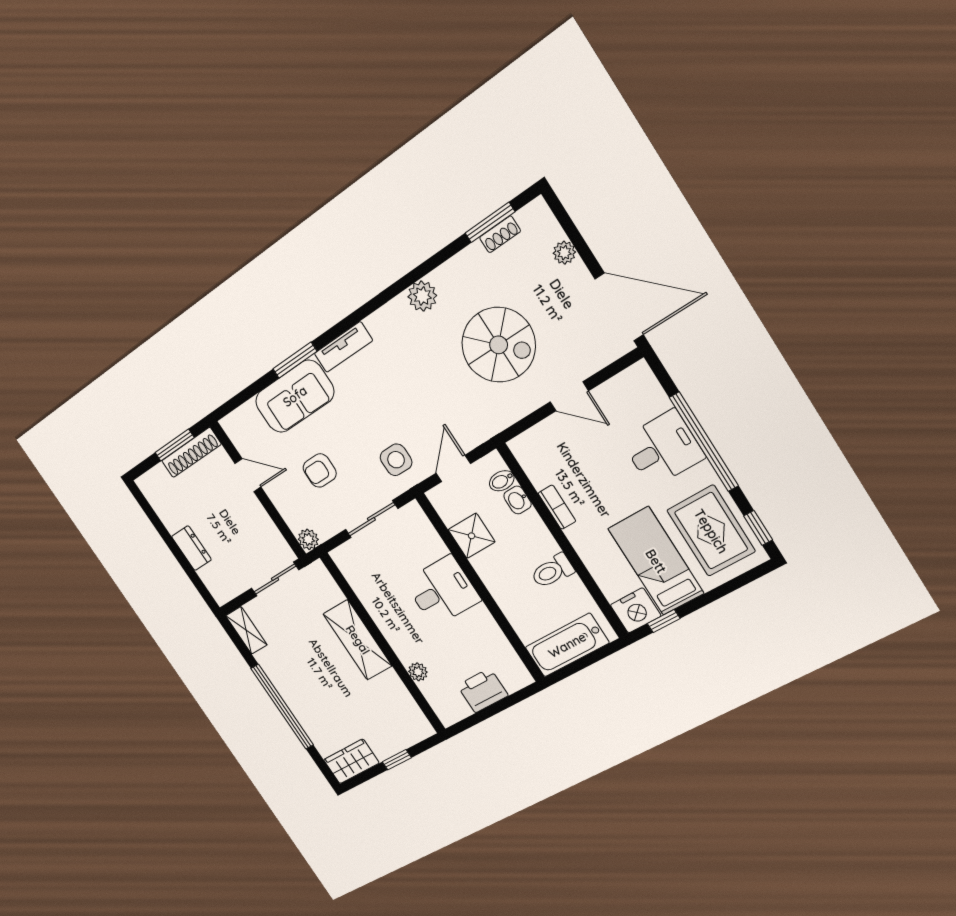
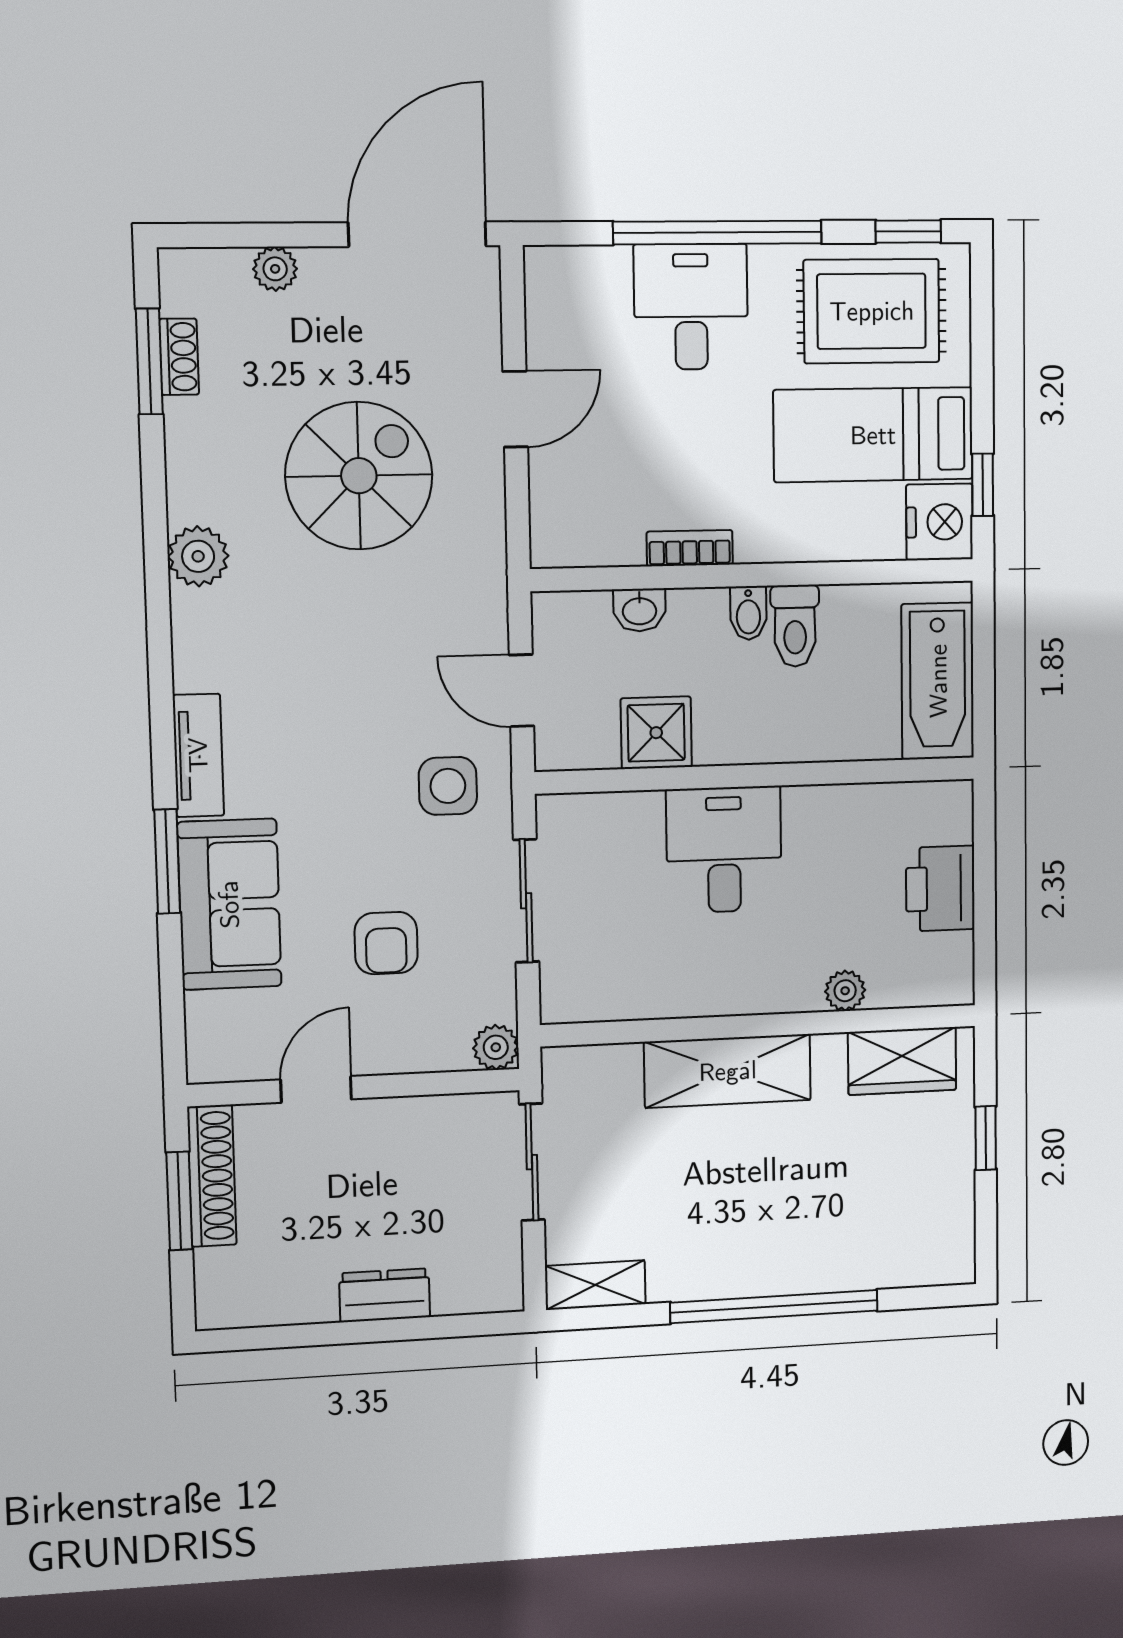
bidet: (502, 481) -> (748, 613), moved
wardrobe: (351, 761) -> (902, 1061), moved, turned -90

